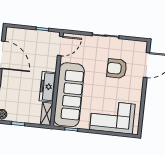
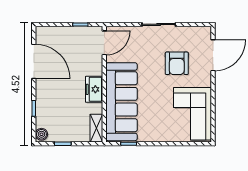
armchair: (117, 68) -> (177, 63), turned -90
freezer: (48, 87) -> (94, 89), width x0.71
corner sofa: (112, 117) -> (192, 114), moved, turned -90

